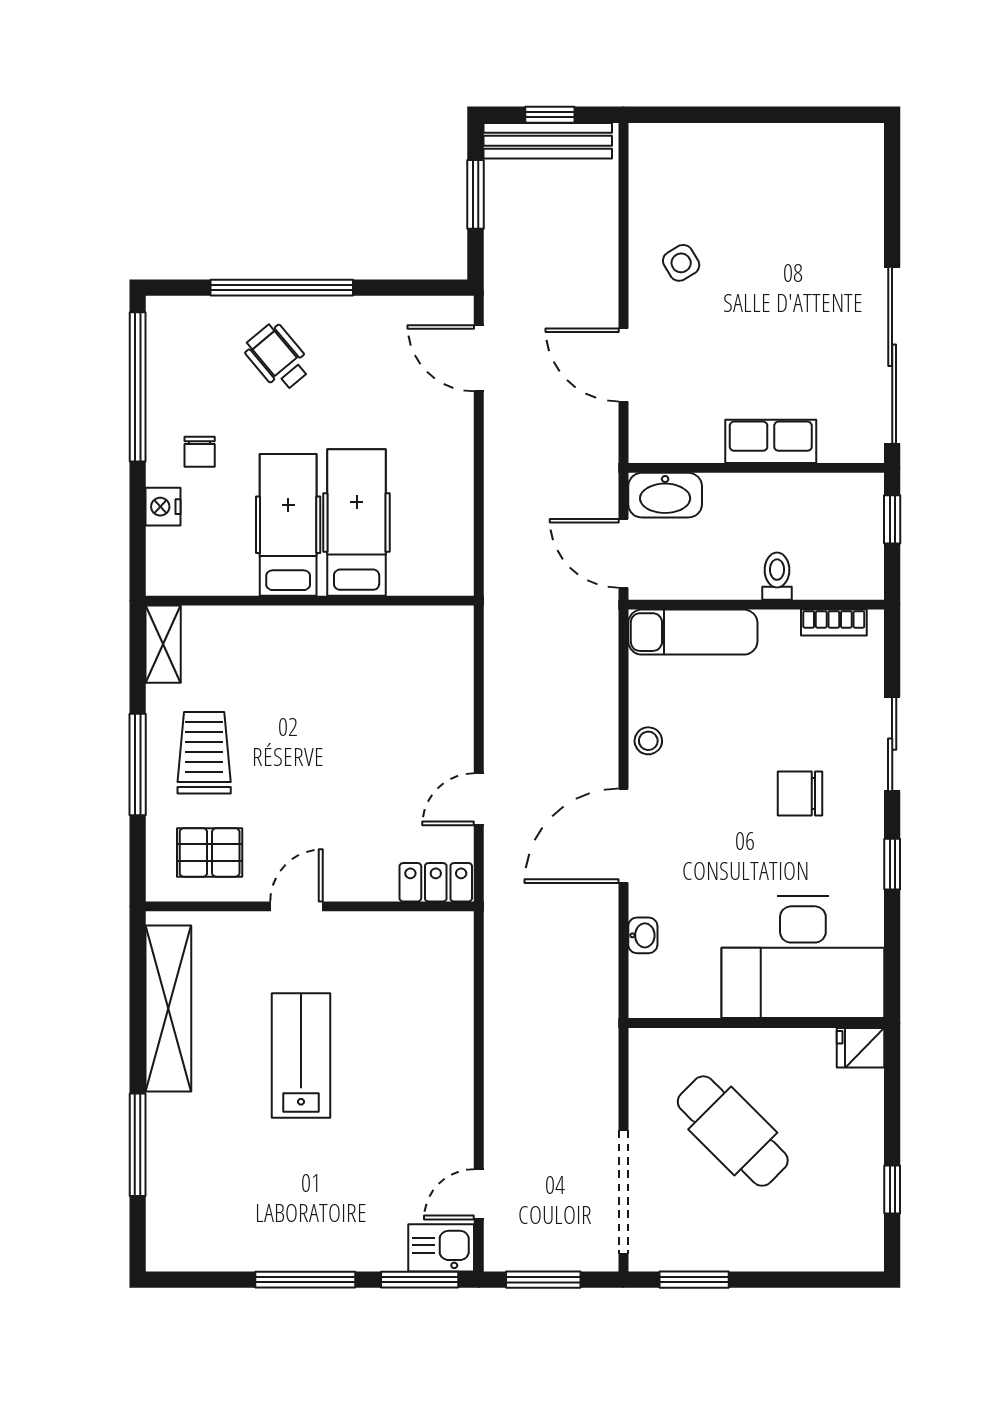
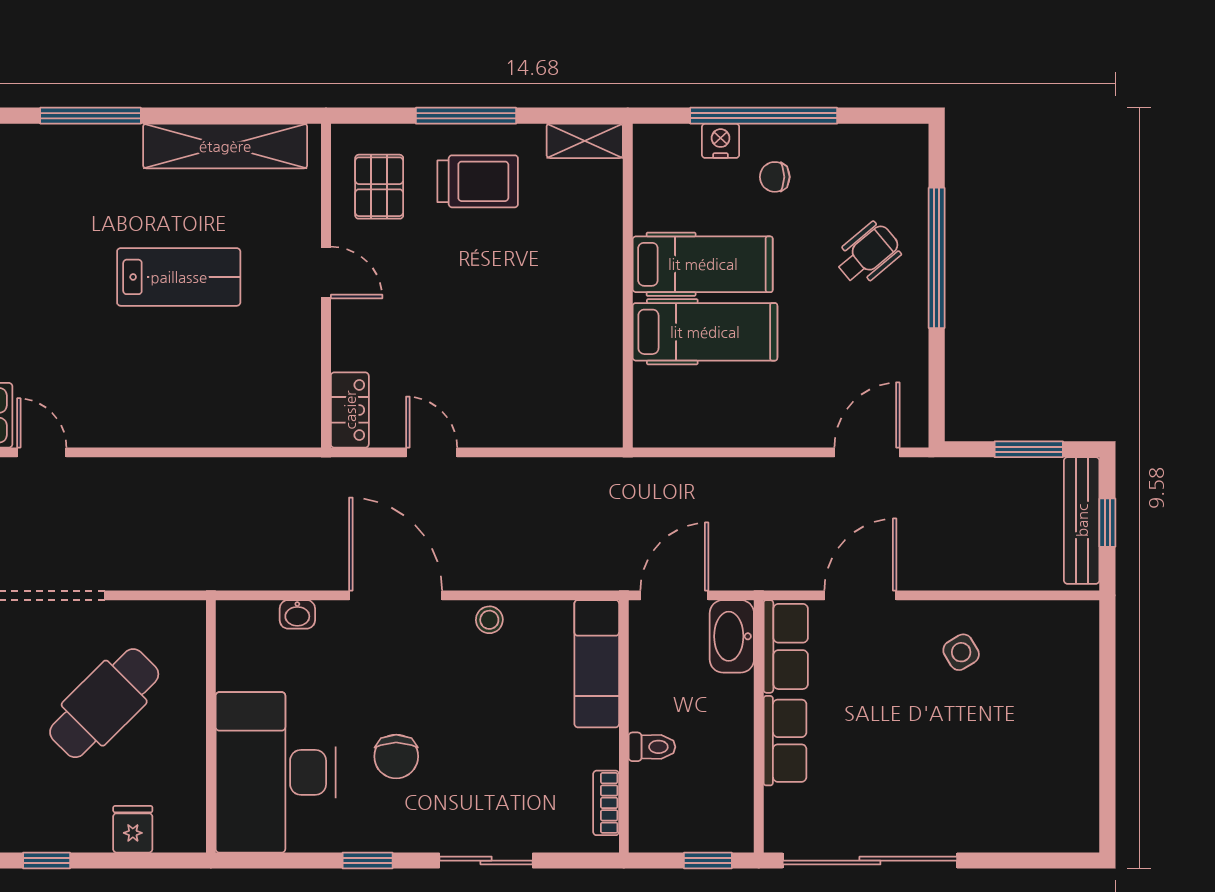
window: (138, 387) -> (764, 116), moved
row of seats: (675, 441) -> (786, 646), added
chair: (800, 794) -> (396, 756), moved, turned 180
fridge: (860, 1048) -> (133, 829), moved

